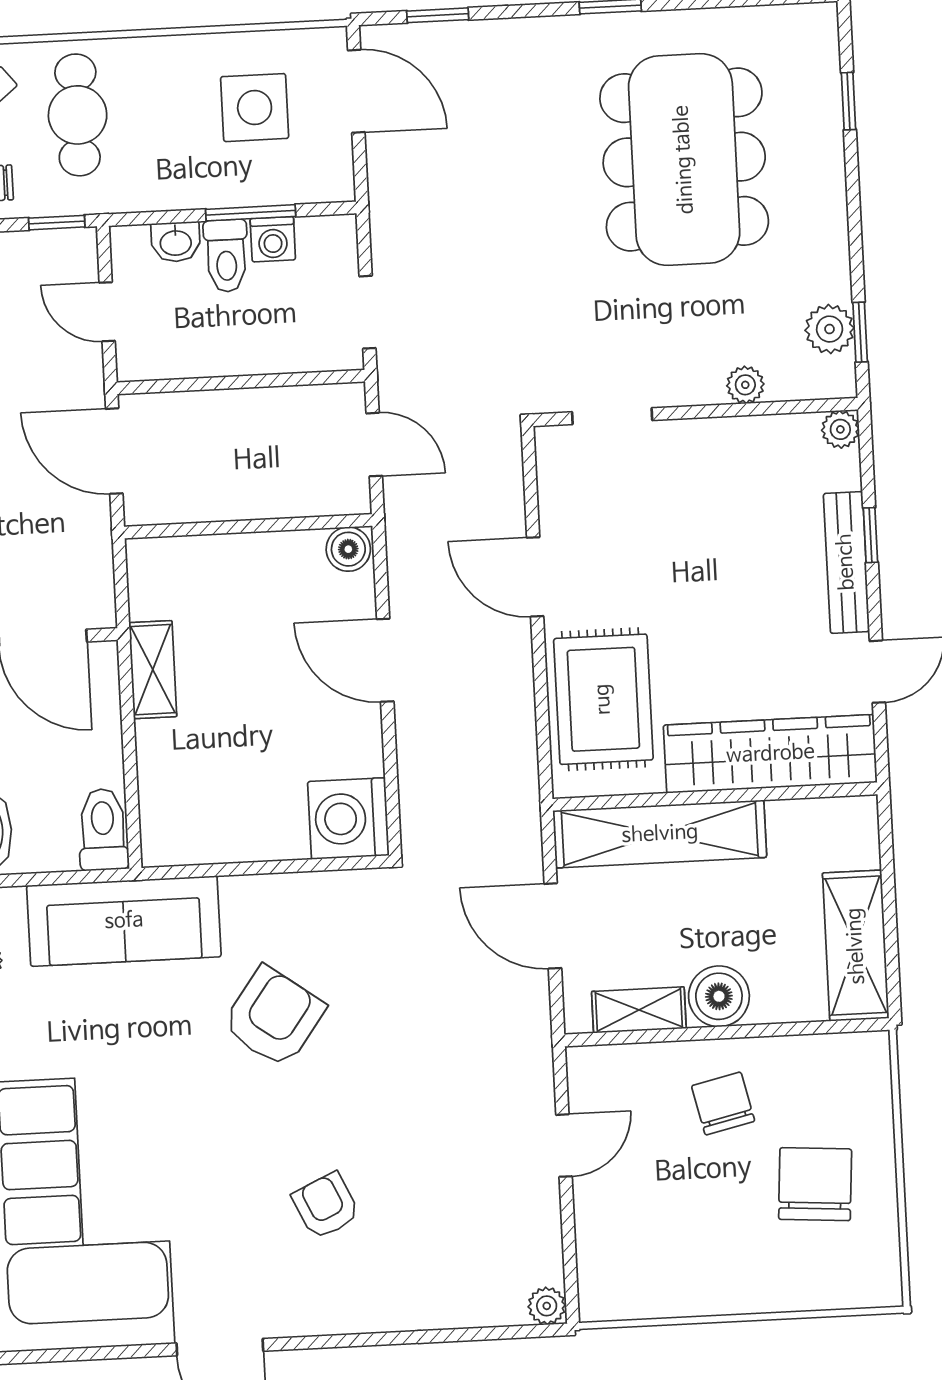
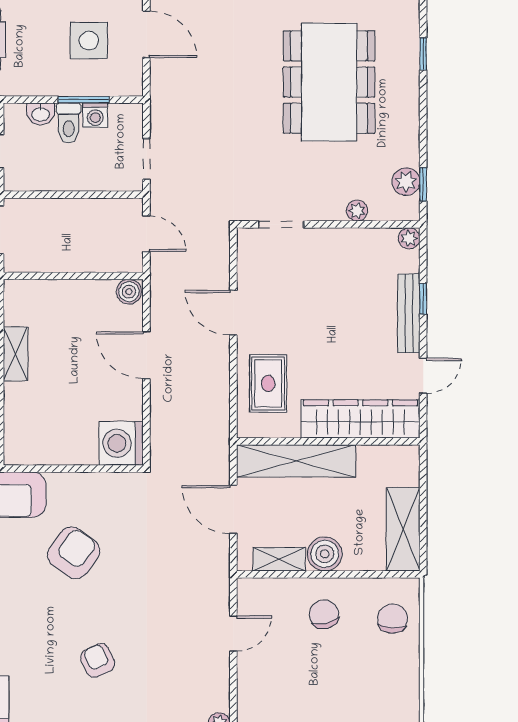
rug: (603, 699) -> (268, 383), width x0.73, depth x0.70
chair: (815, 1184) -> (393, 619), moved, width x0.73, depth x0.73

